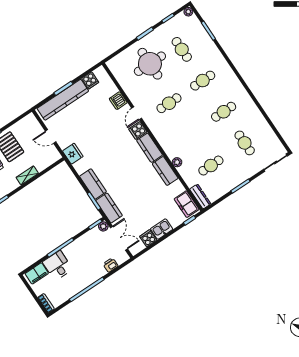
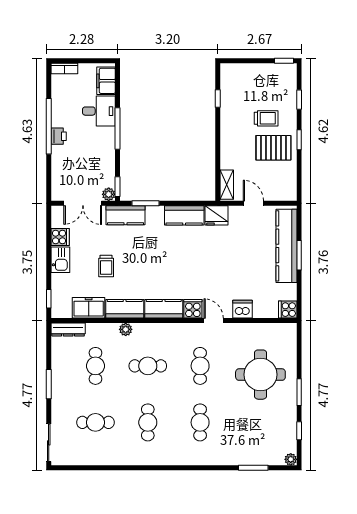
cafe table: (182, 49) -> (148, 366), moved
cooker: (90, 80) -> (288, 310), moved
door: (51, 137) -> (253, 203), hinge flipped
shelving: (27, 175) -> (227, 185), moved
kitchen counter: (93, 184) -> (184, 215), moved
trolley: (147, 199) -> (106, 266), added
freezer: (187, 204) -> (89, 308), moved
printer: (110, 265) -> (59, 136), moved

